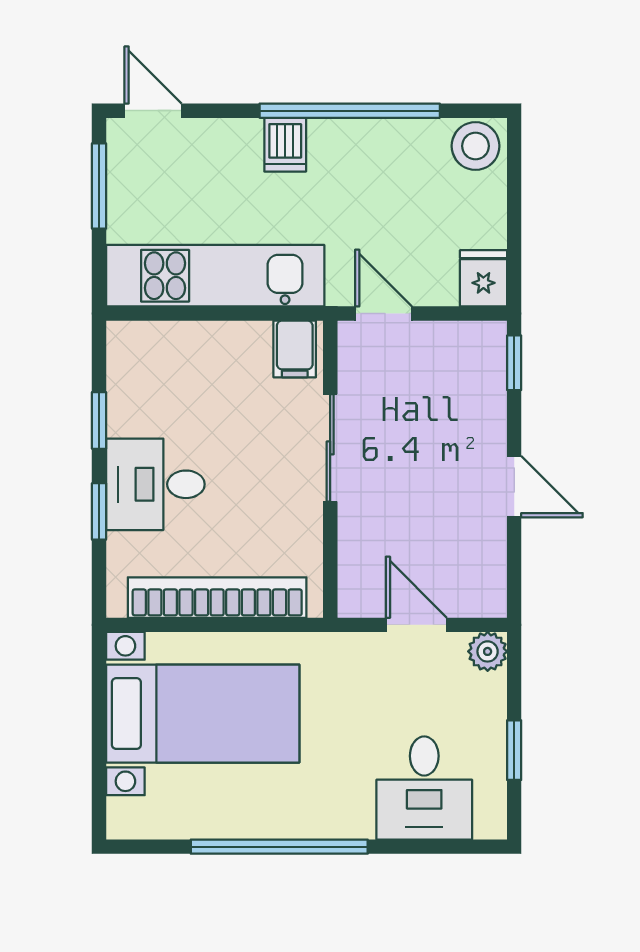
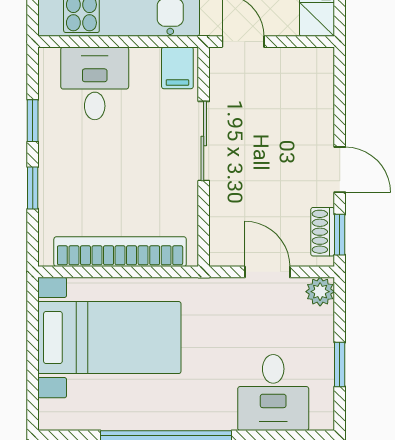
window: (514, 363) -> (340, 235), moved
desk: (155, 484) -> (95, 83), moved, turned 90
shoe rack: (491, 571) -> (323, 232), added

